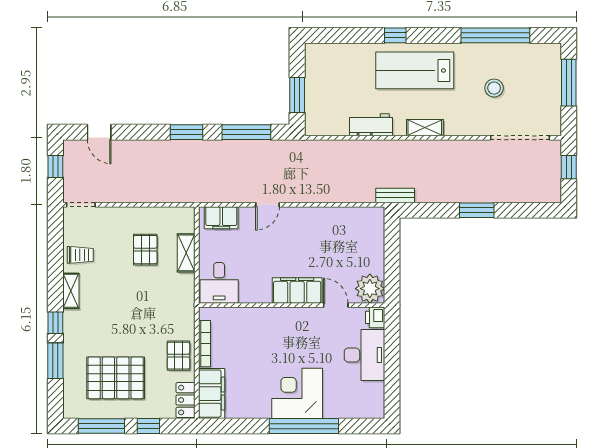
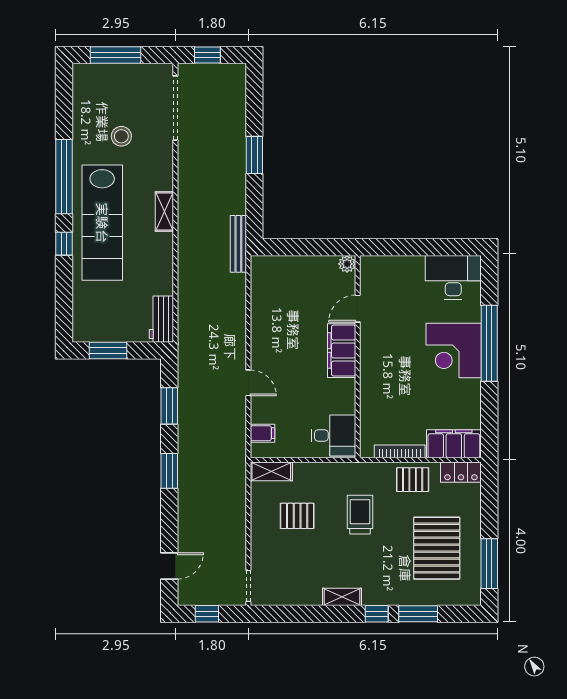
window: (495, 35) -> (64, 177), moved
lab bench: (415, 70) -> (102, 223), width x1.36
window: (297, 95) -> (108, 351), moved
workbench: (371, 125) -> (161, 319), moved
window: (246, 132) -> (169, 406), width x0.69
bench: (395, 195) -> (238, 244), width x1.36
filing cabinet: (221, 218) -> (262, 433), width x0.50
shelving: (186, 253) -> (271, 471), moved
trolley: (80, 255) -> (360, 515), moved, width x1.36, depth x1.39
plant: (370, 289) -> (347, 264), width x0.53, depth x0.53
printer: (375, 317) -> (371, 266), removed
desk: (364, 355) -> (453, 277), moved
window: (148, 426) -> (489, 512), removed

